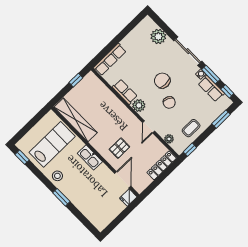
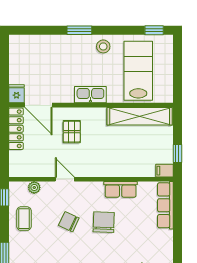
filing cabinet: (92, 78) -> (164, 171), added
chair: (162, 81) -> (104, 222), moved, turned -88
plant: (139, 105) -> (94, 190), removed
lab bench: (52, 144) -> (138, 71), turned 180
locker: (162, 165) -> (16, 129), moved

